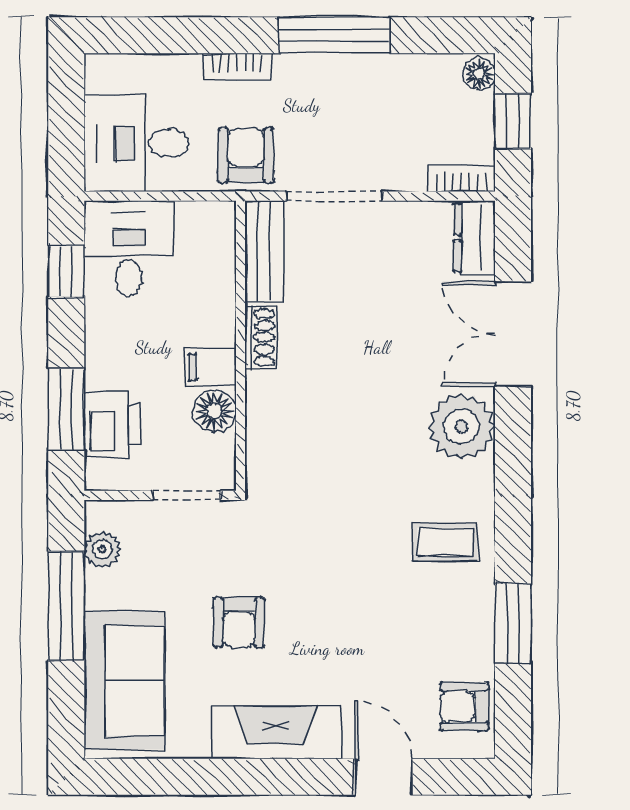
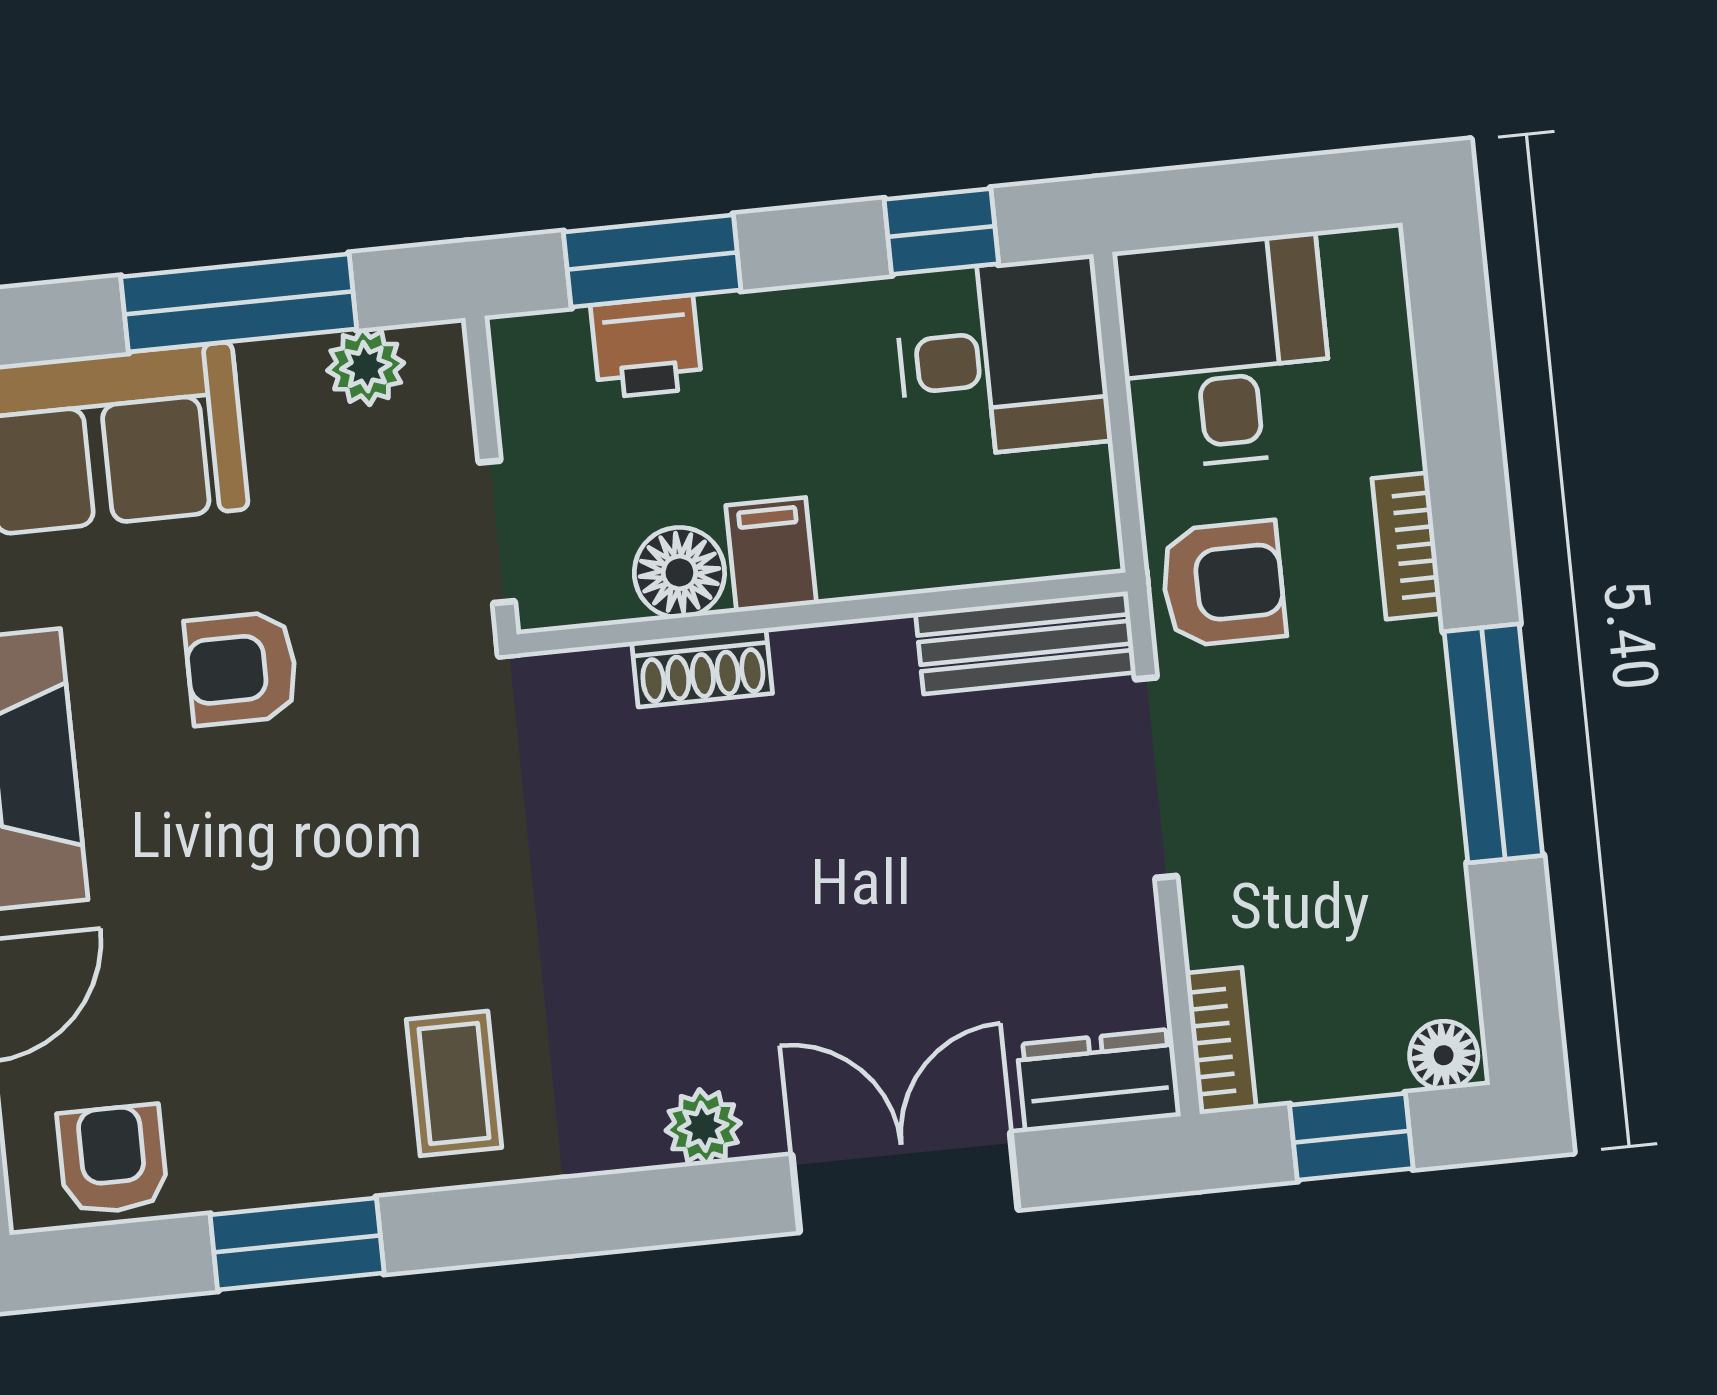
shoe rack: (261, 337) -> (702, 668), moved
printer: (112, 425) -> (646, 347), width x0.73, depth x0.81
plant: (462, 426) -> (703, 1127), width x0.53, depth x0.53

